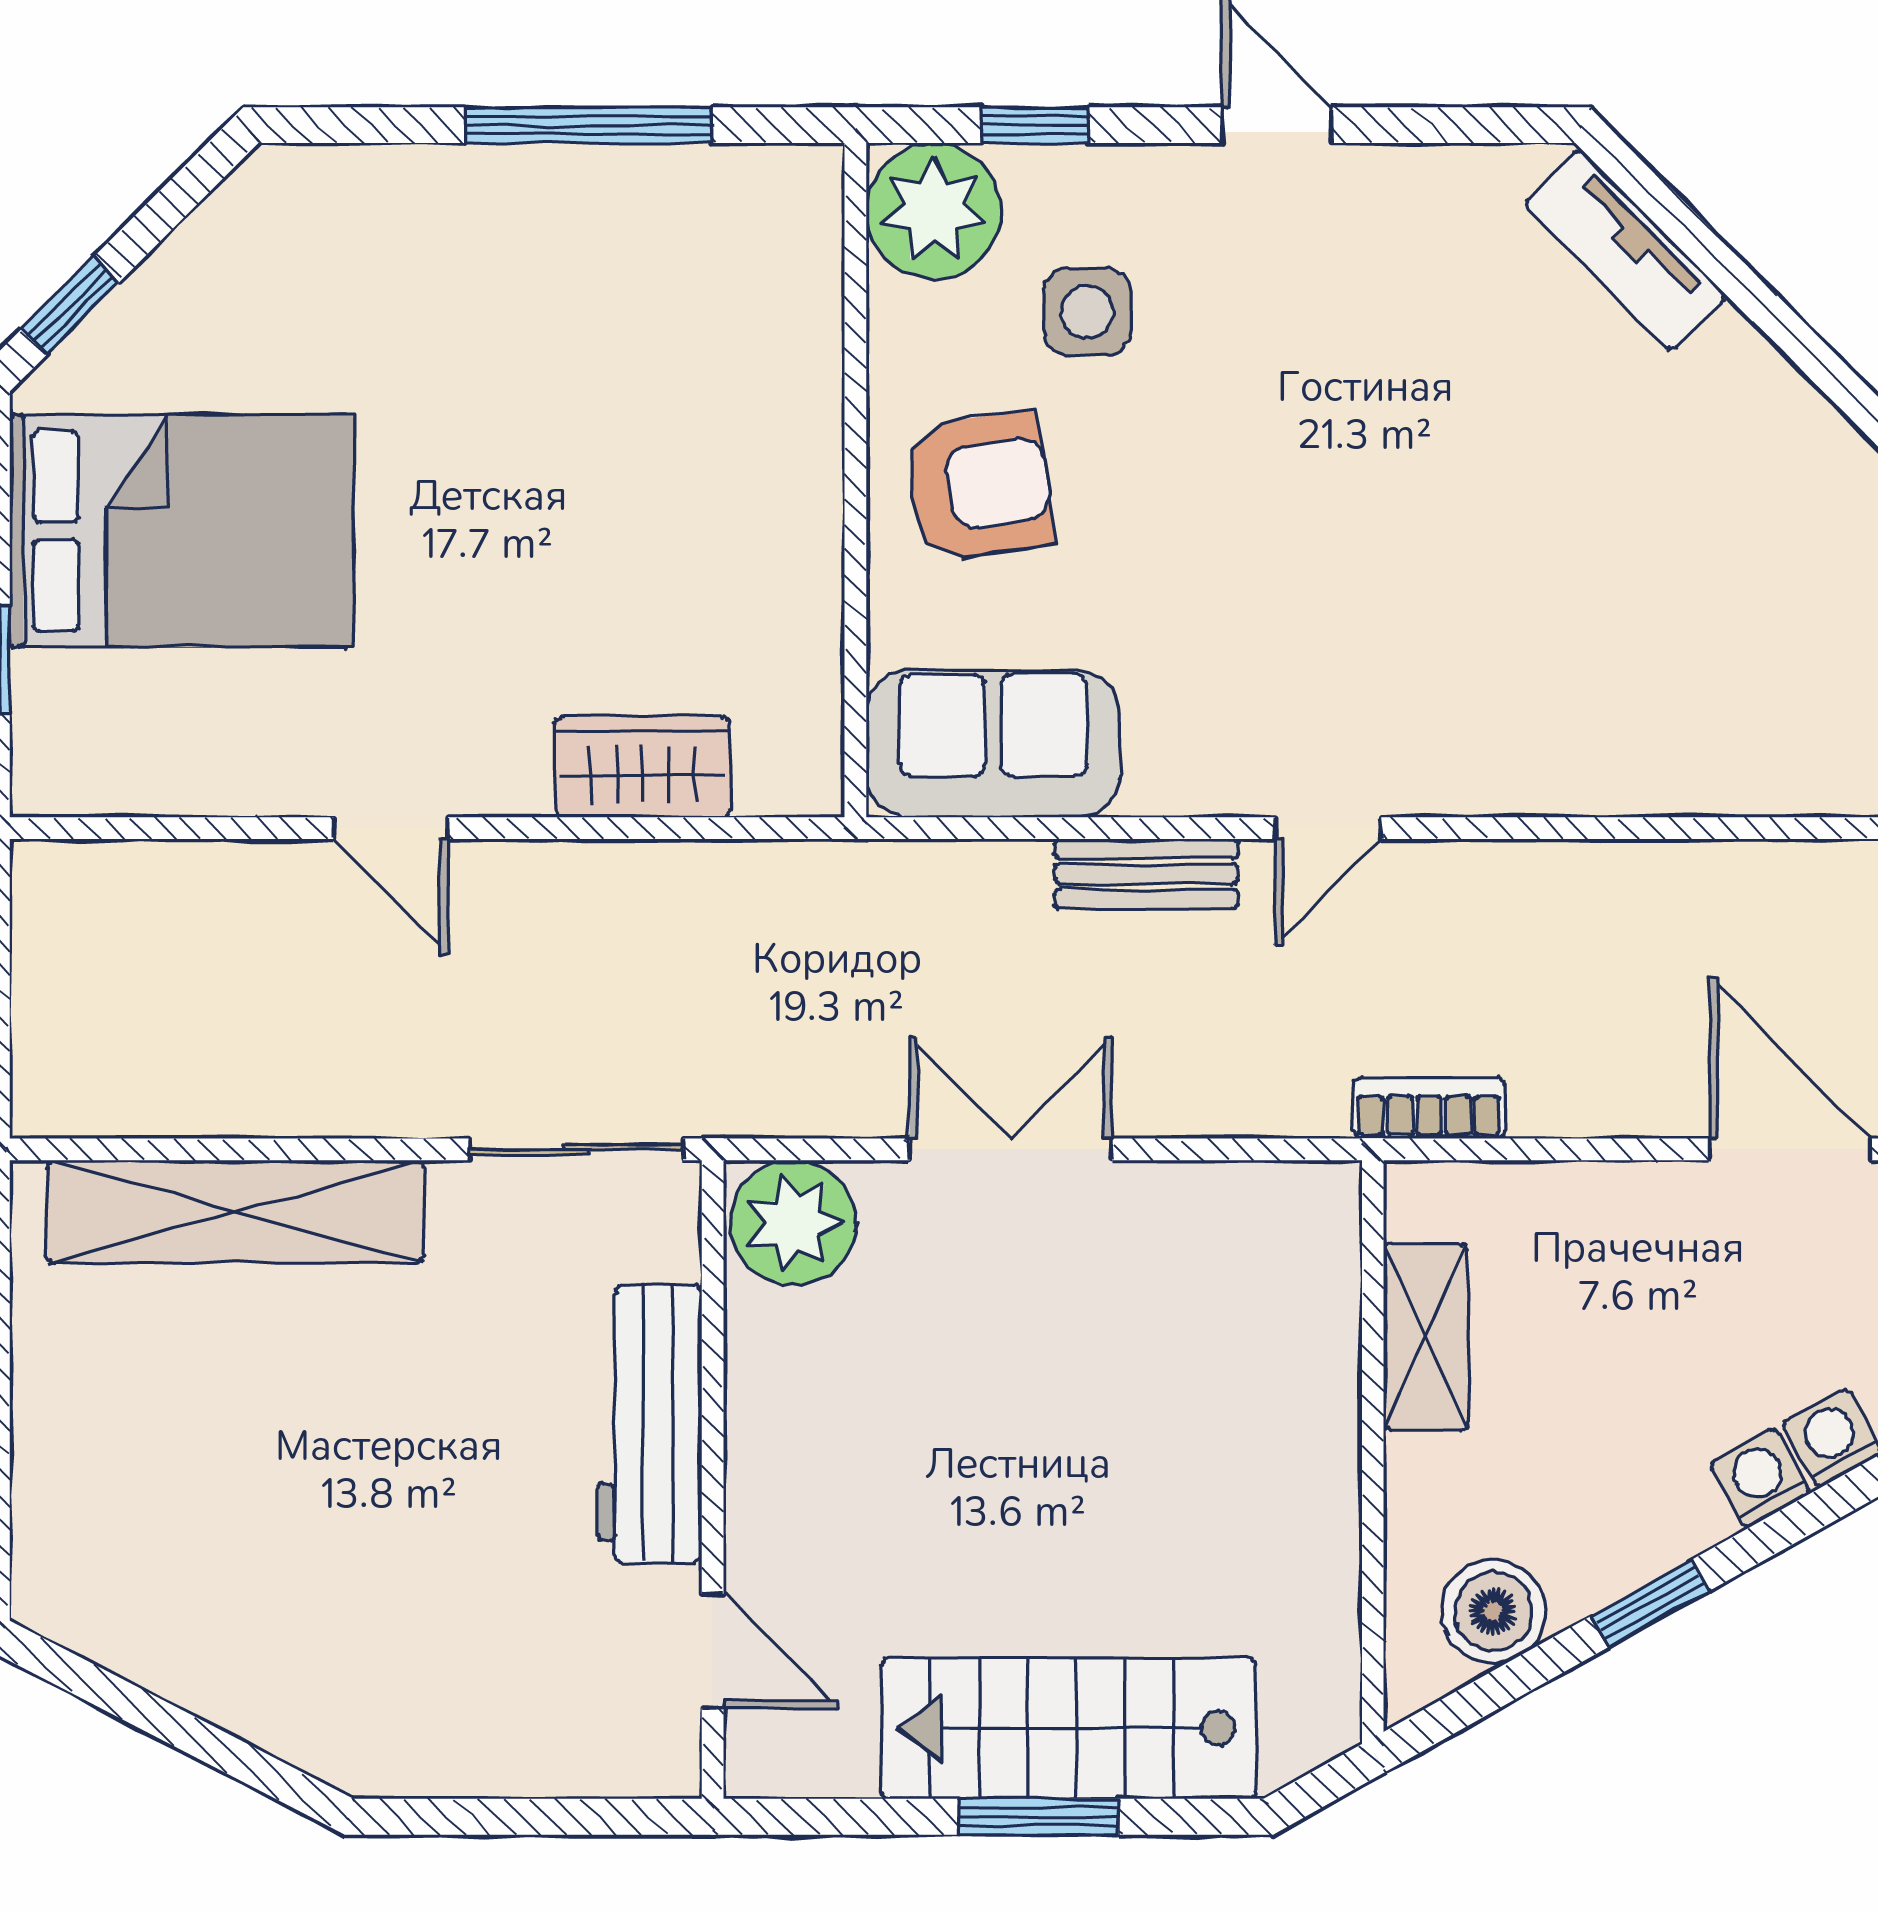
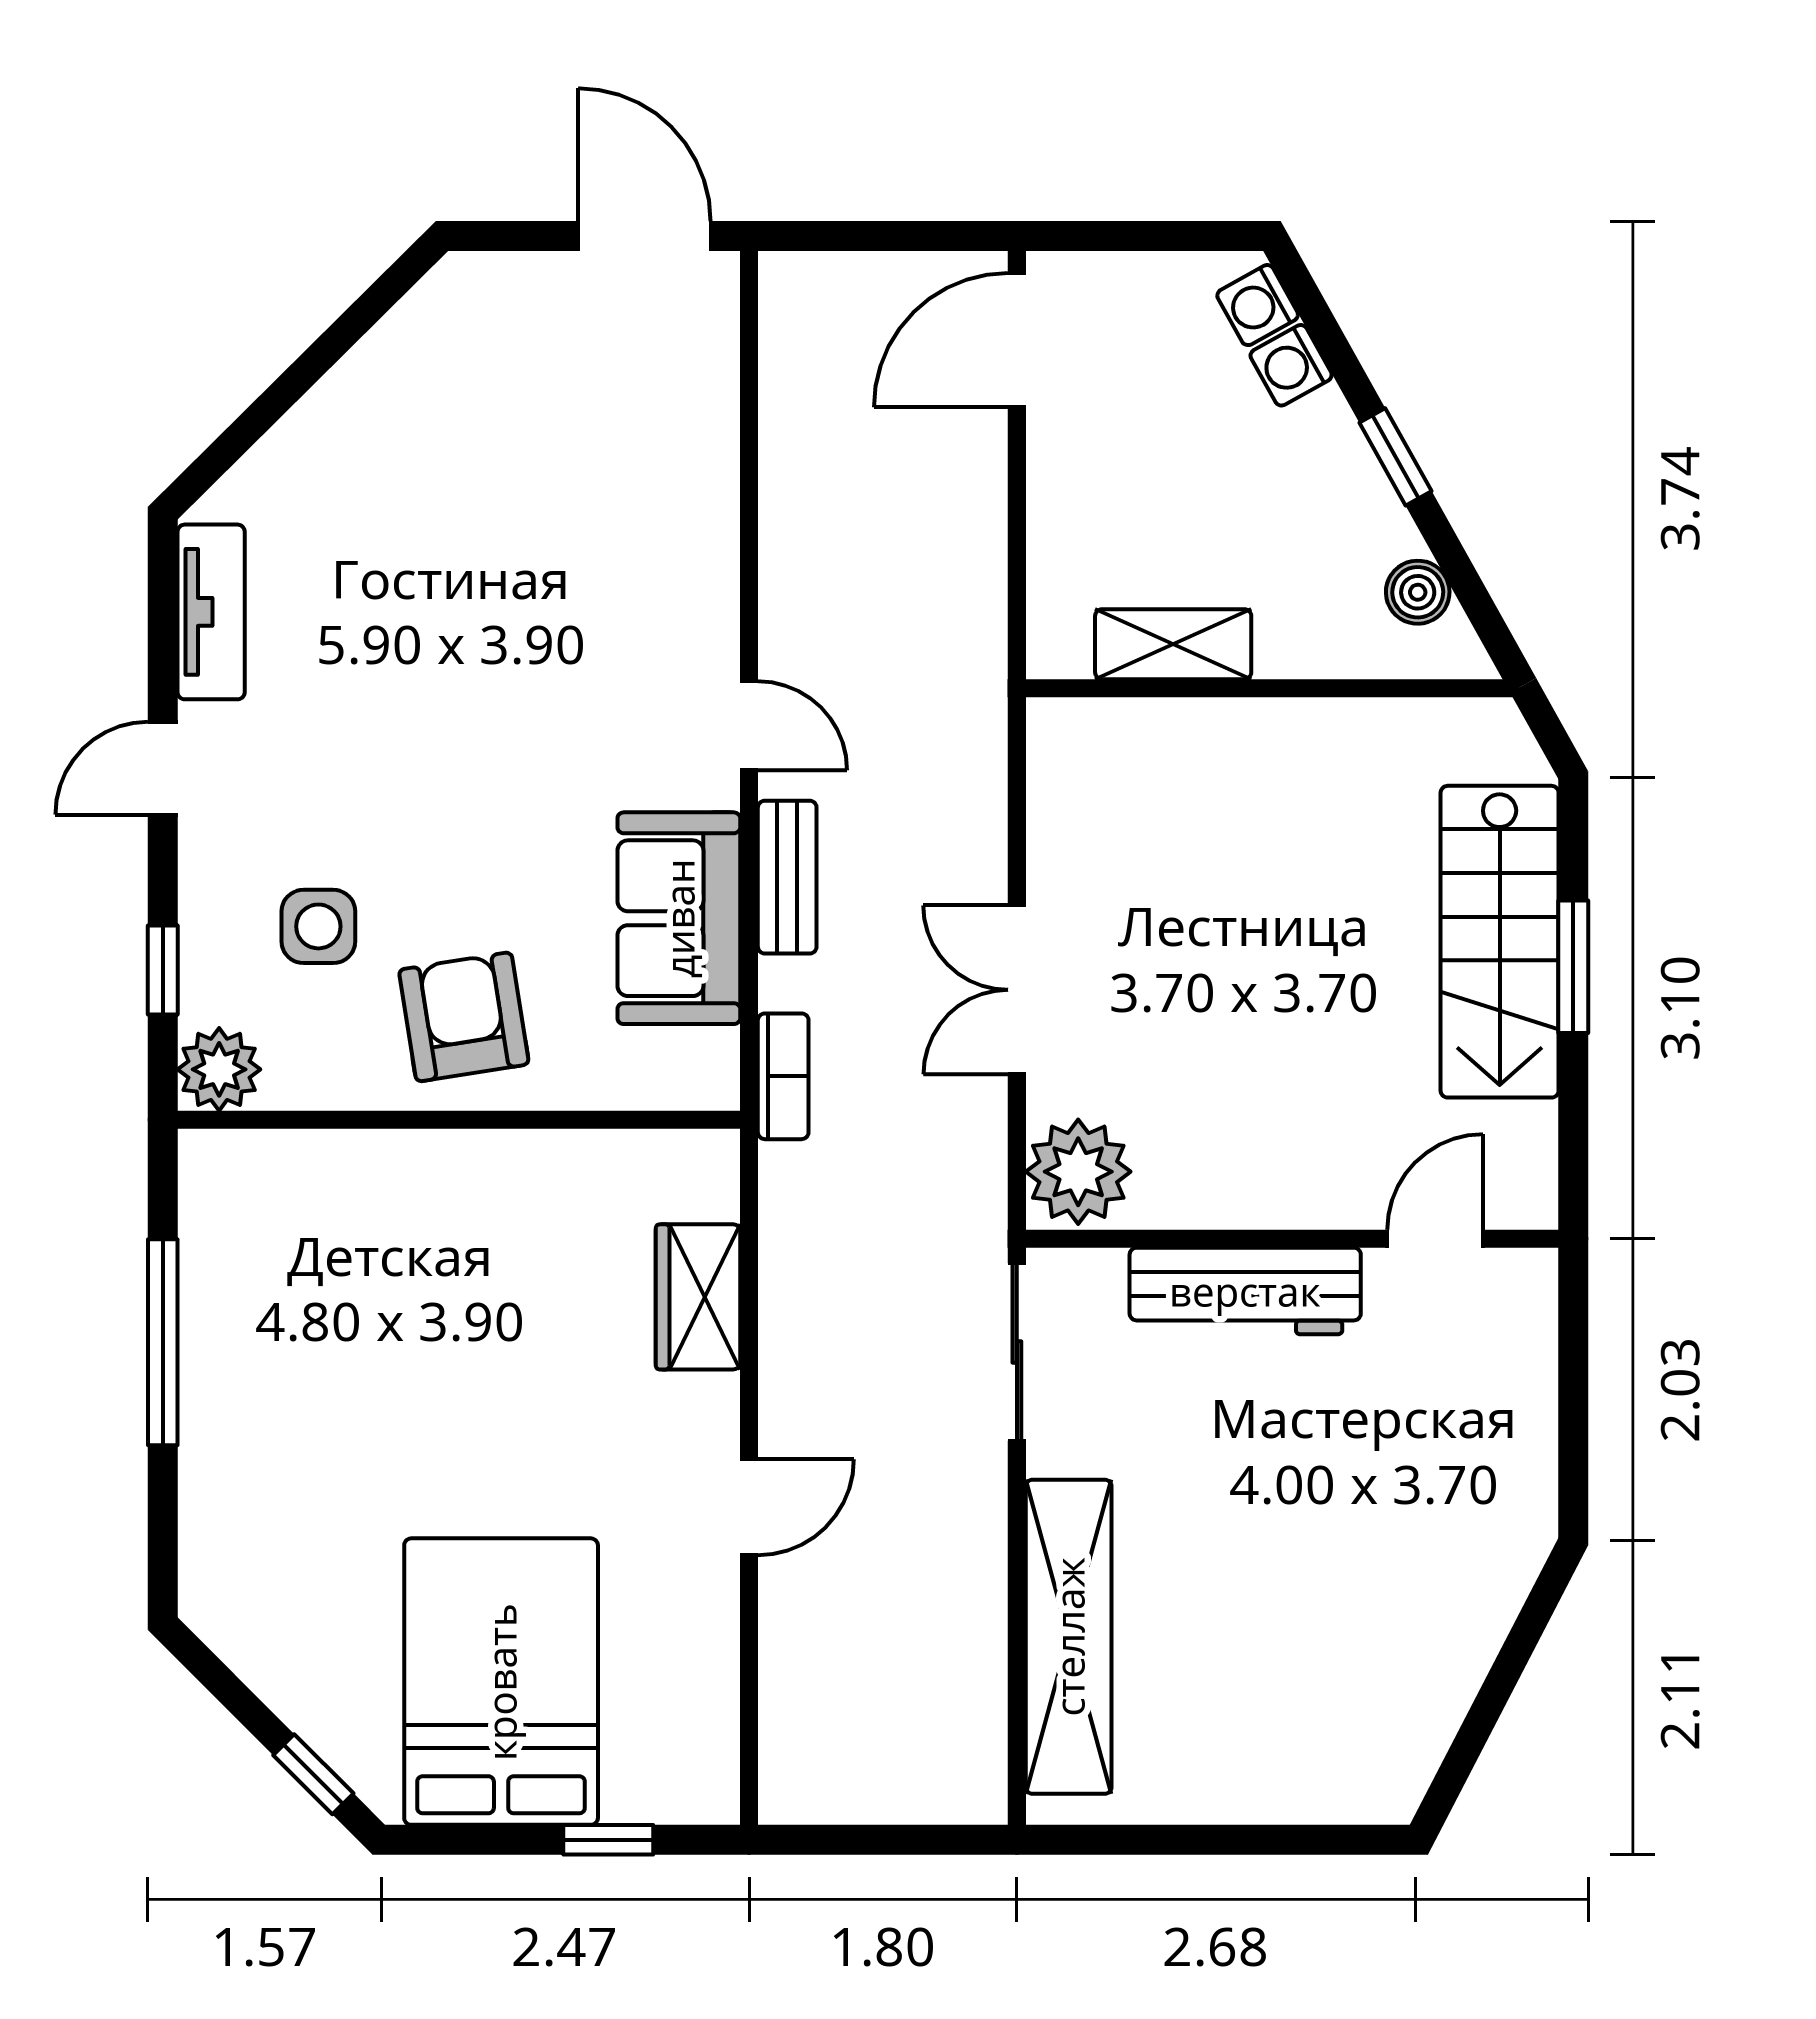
plant: (934, 211) -> (219, 1069), width x0.73, depth x0.73
tv unit: (1625, 250) -> (211, 612), moved, turned -45
sofa: (993, 744) -> (679, 918), moved
bookcase: (1429, 1108) -> (783, 1076), moved, turned 180
boiler: (1493, 1611) -> (1418, 592), width x0.73, depth x0.73

